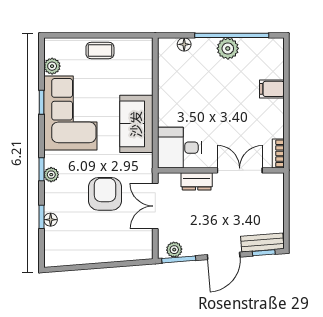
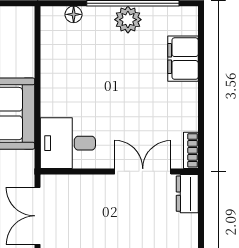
filing cabinet: (272, 89) -> (183, 59), width x2.00
dresser: (197, 181) -> (187, 194), moved, turned 90

